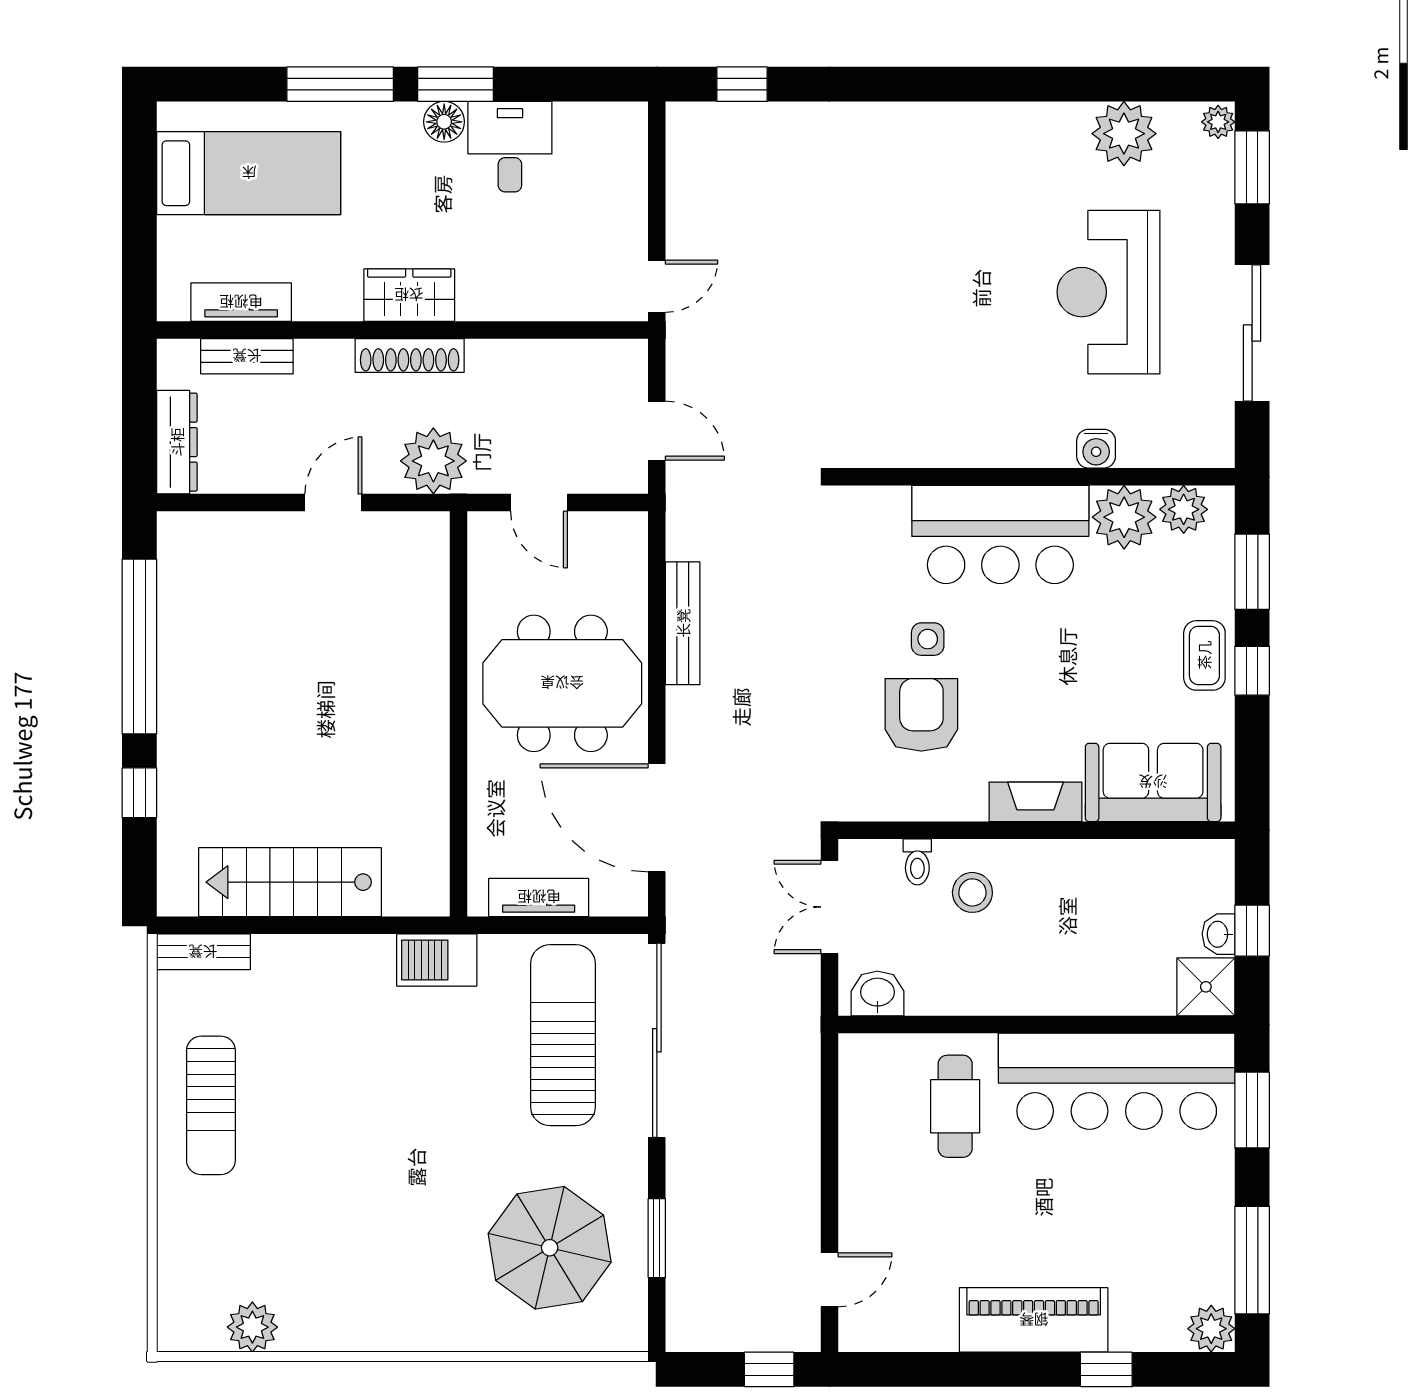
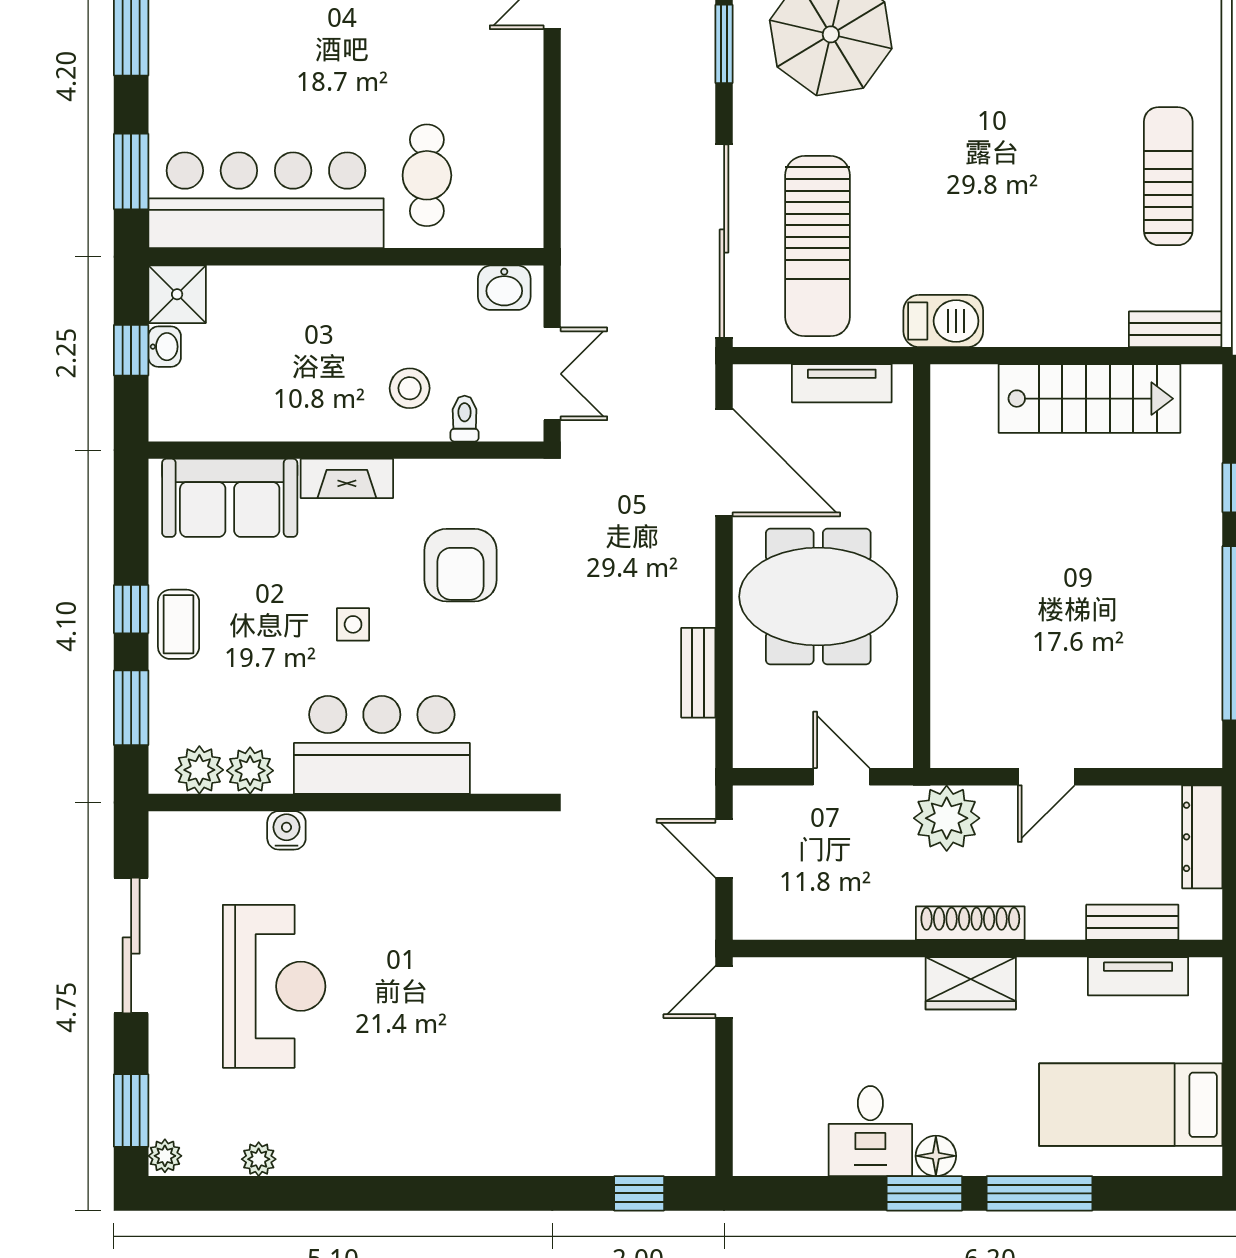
plant: (1124, 134) -> (259, 1159), width x0.53, depth x0.53
plant: (1124, 517) -> (250, 771), width x0.73, depth x0.73
bench: (683, 623) -> (698, 673), width x0.73
side table: (928, 639) -> (353, 624), moved

